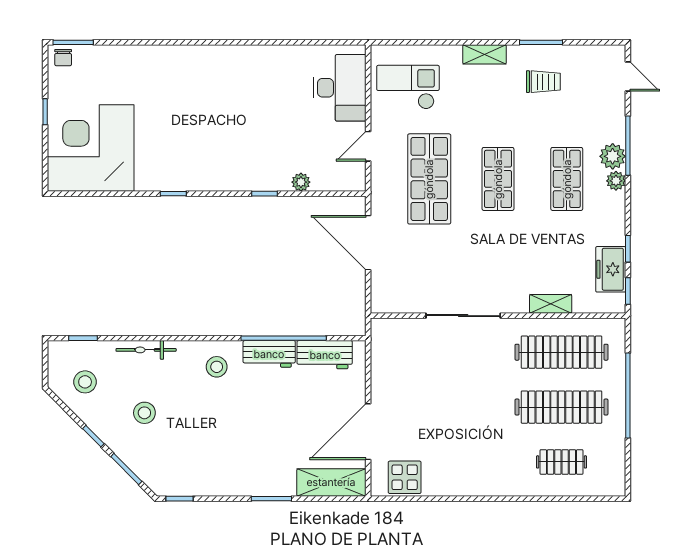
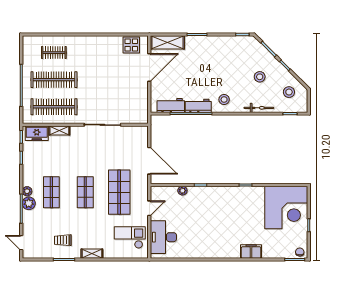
filing cabinet: (162, 59) -> (251, 252), added
checkout: (408, 87) -> (130, 237), turned 180
freezer: (611, 269) -> (37, 133), moved, turned 90

